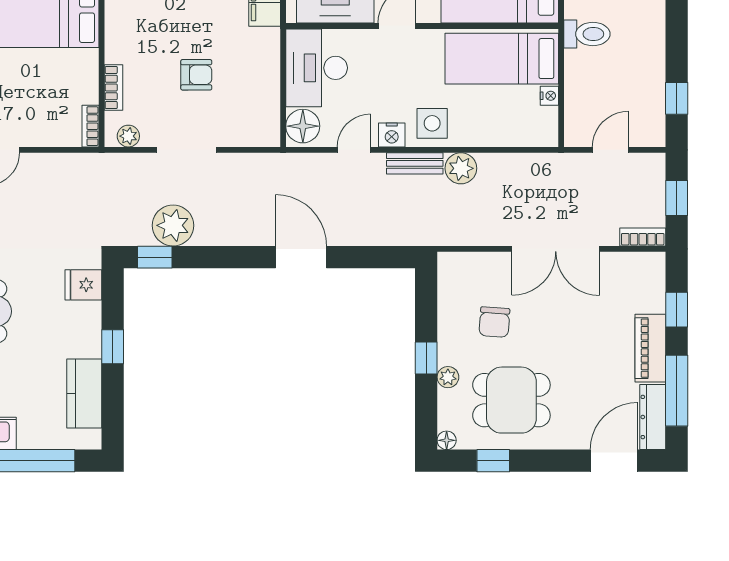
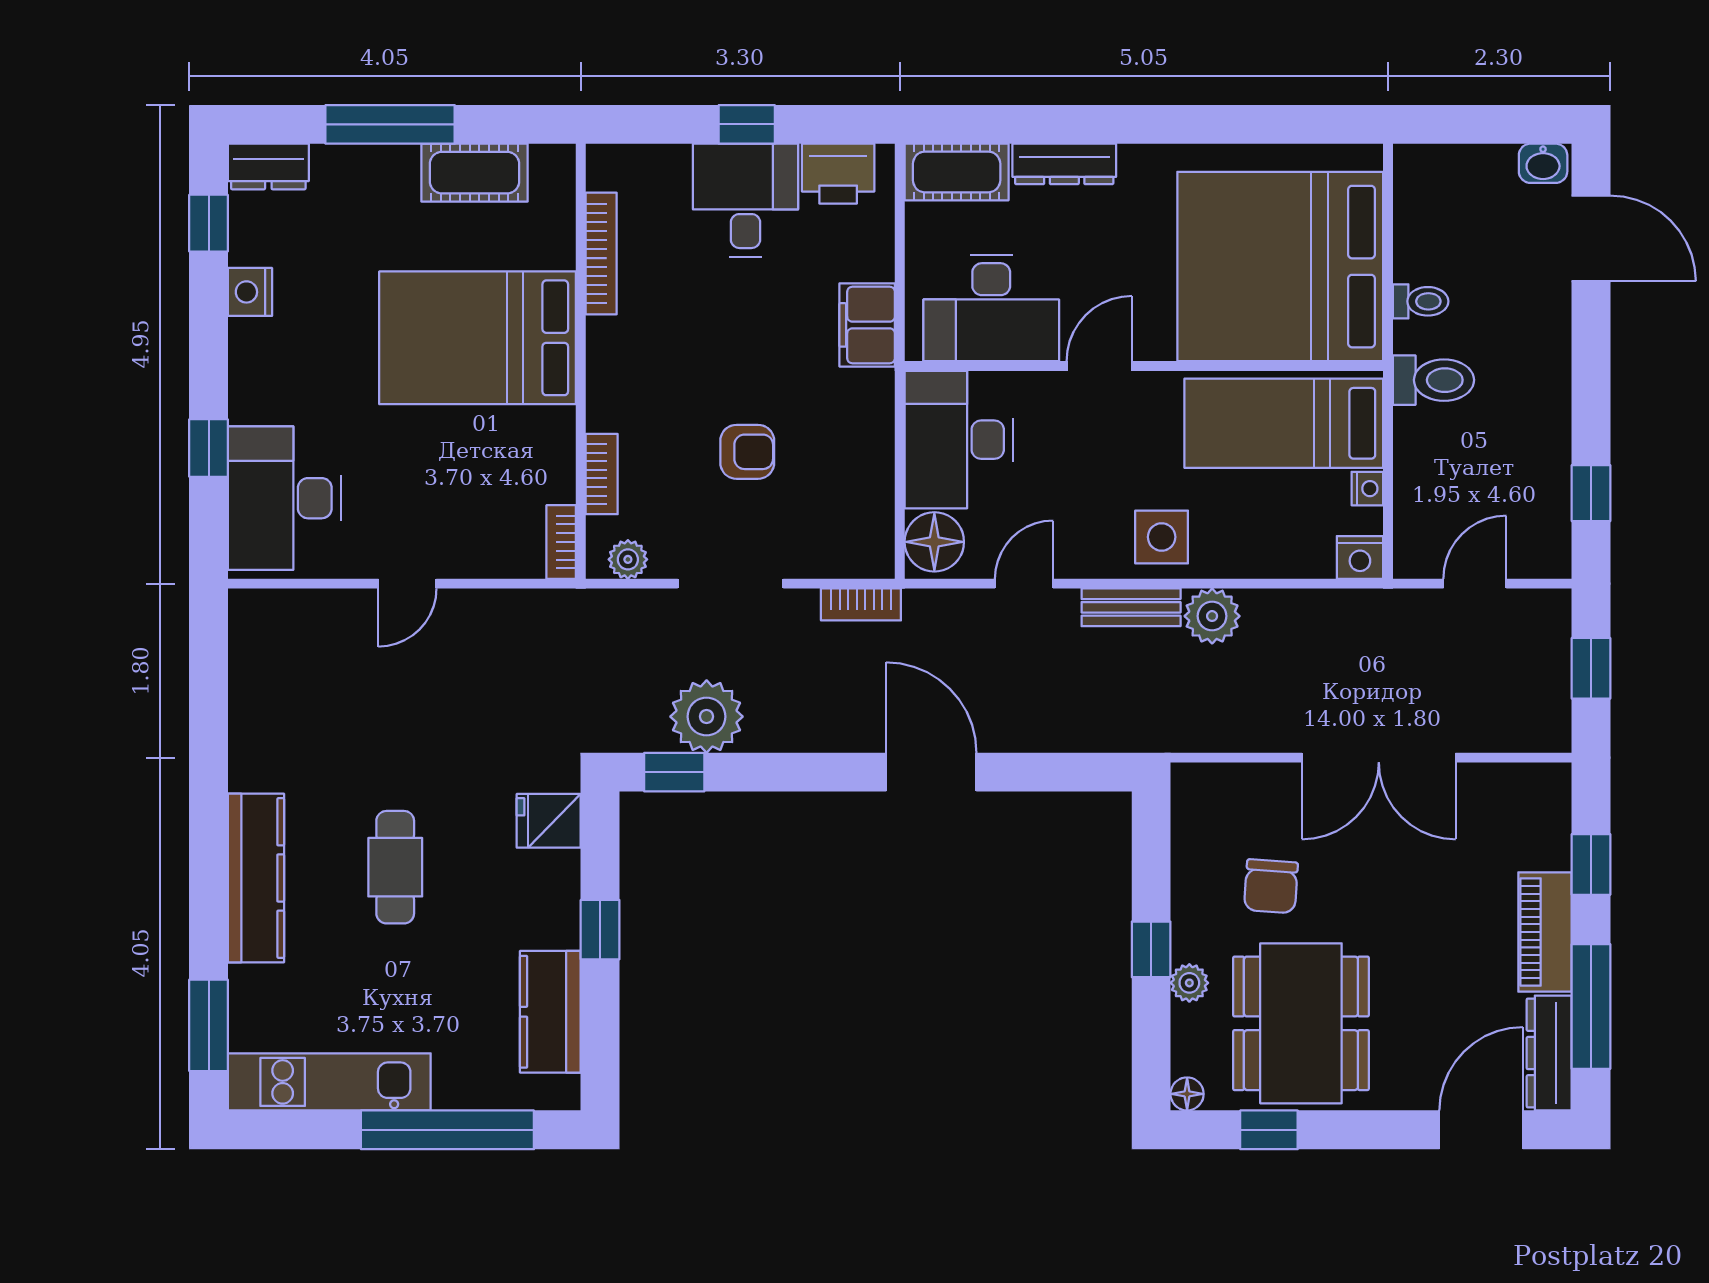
nightstand: (392, 135) -> (1360, 557), moved
bookcase: (643, 237) -> (861, 604), moved, turned 180
dining table: (511, 400) -> (1301, 1023), width x1.38

